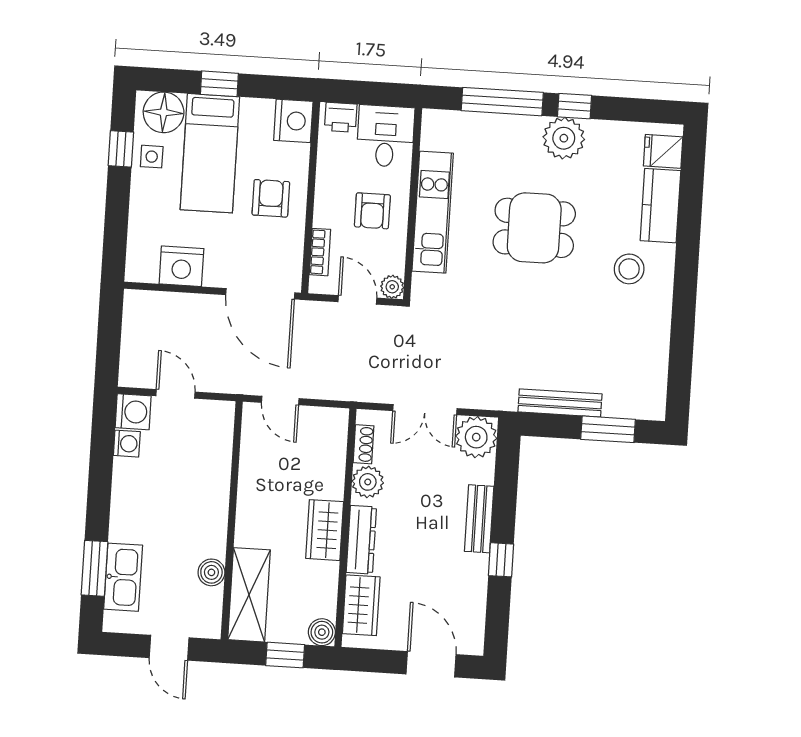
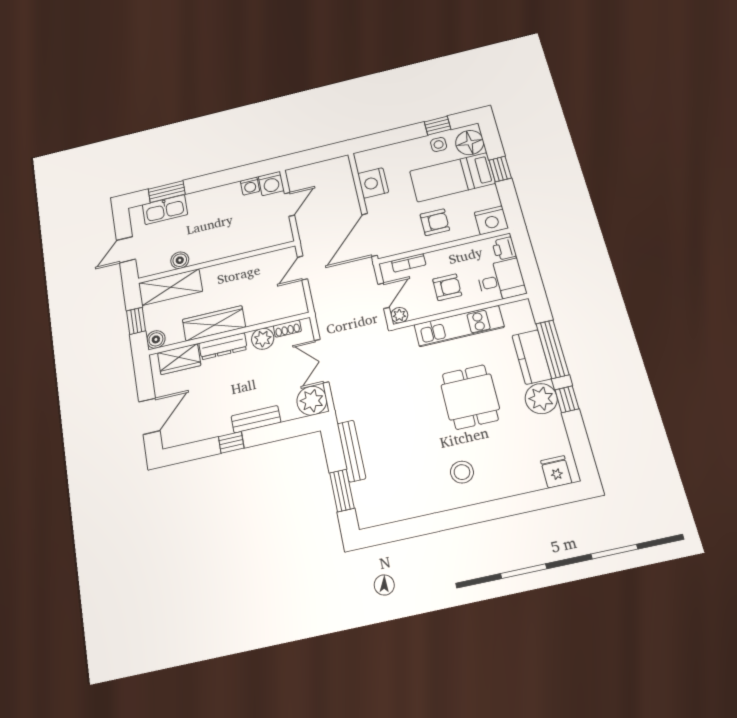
kitchen counter: (660, 206) -> (532, 357), moved, turned -90
armchair: (372, 211) -> (447, 287), turned 180
wardrobe: (325, 530) -> (214, 323), width x1.50

